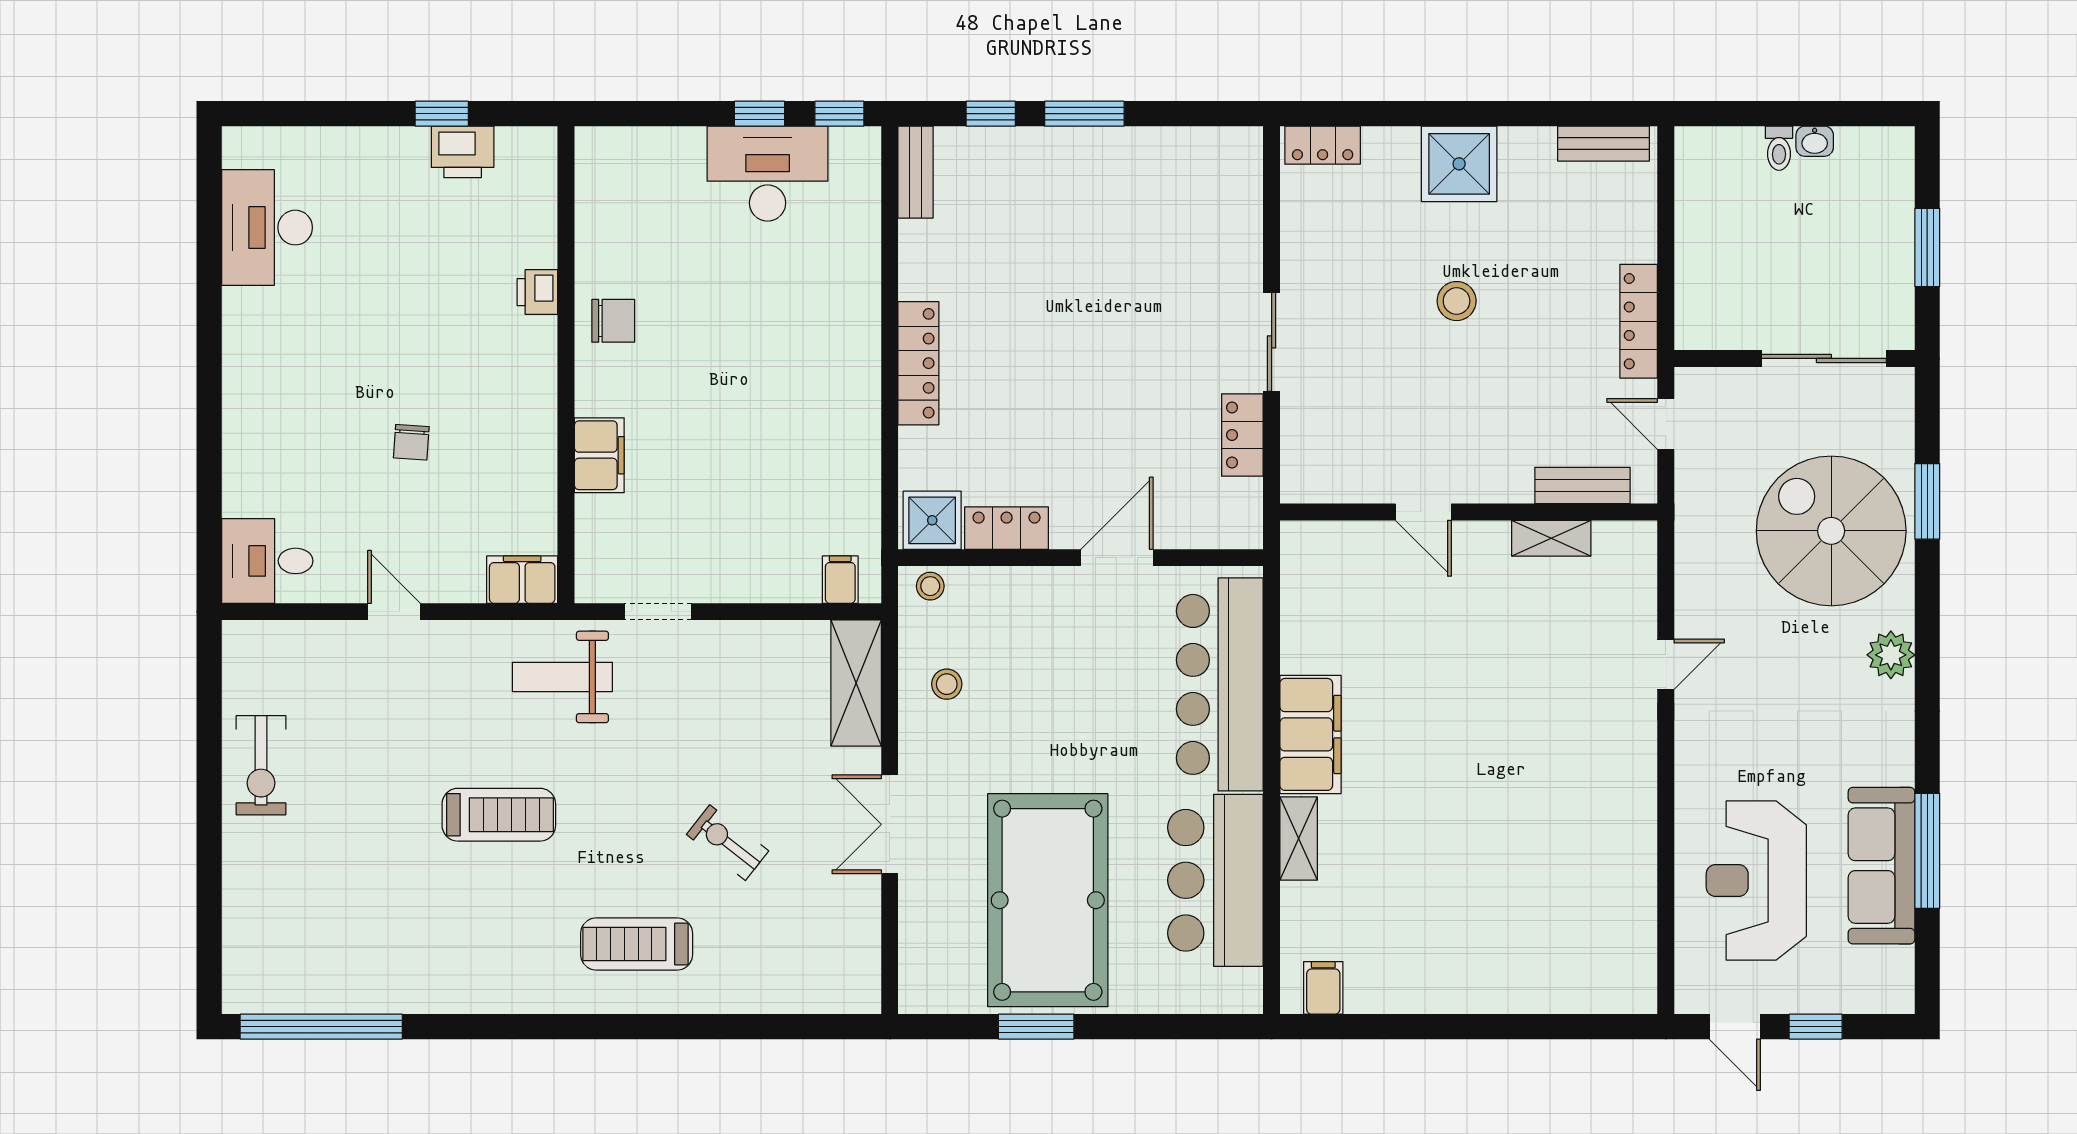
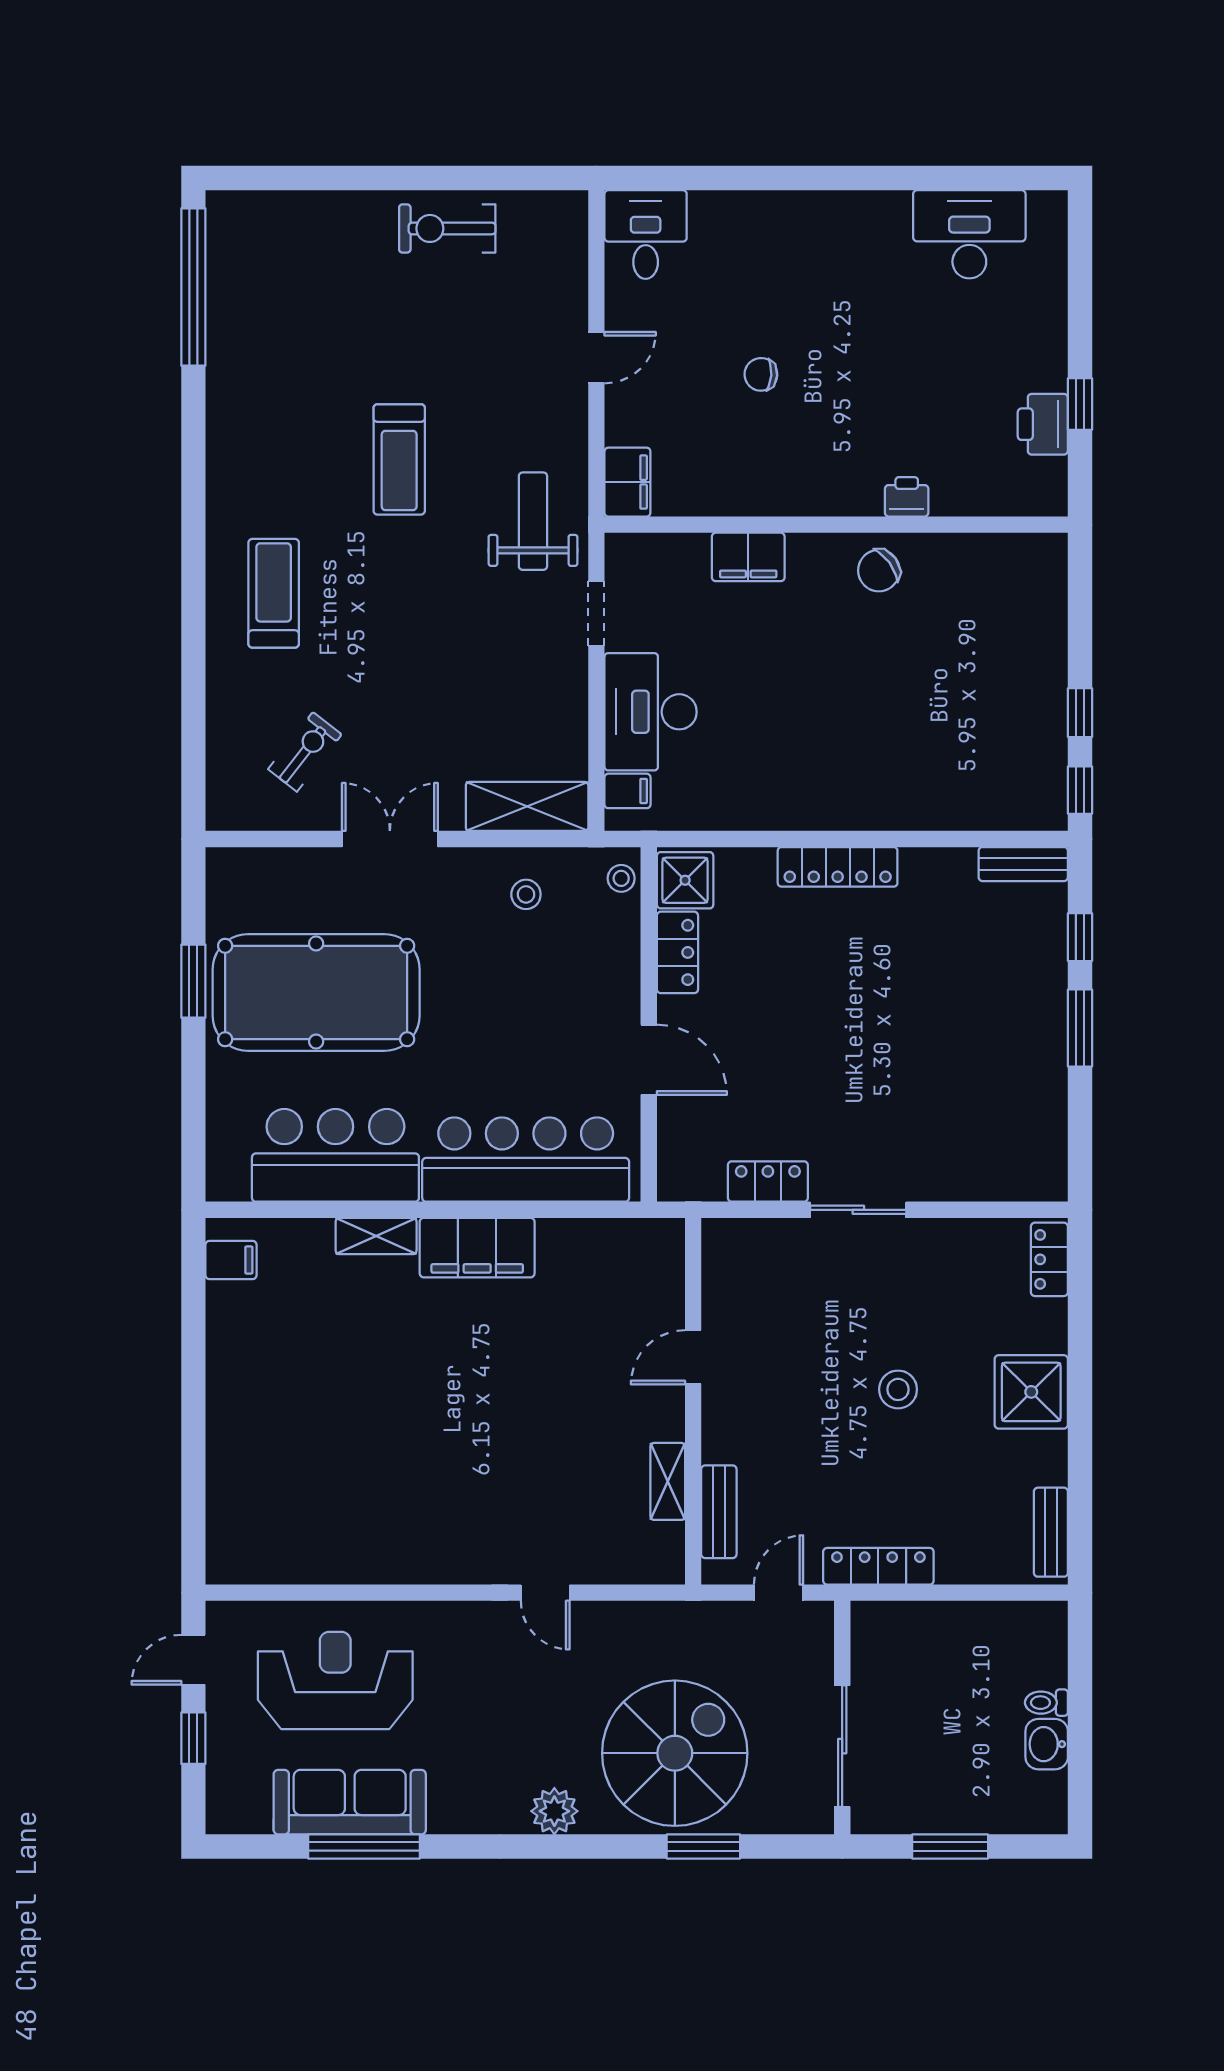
washbasin: (1815, 141) -> (1047, 1744), width x1.38, depth x1.45
desk: (768, 174) -> (651, 712), moved, turned 180
chair: (613, 321) -> (879, 571), turned 54
exercise bike: (728, 843) -> (305, 752), moved

